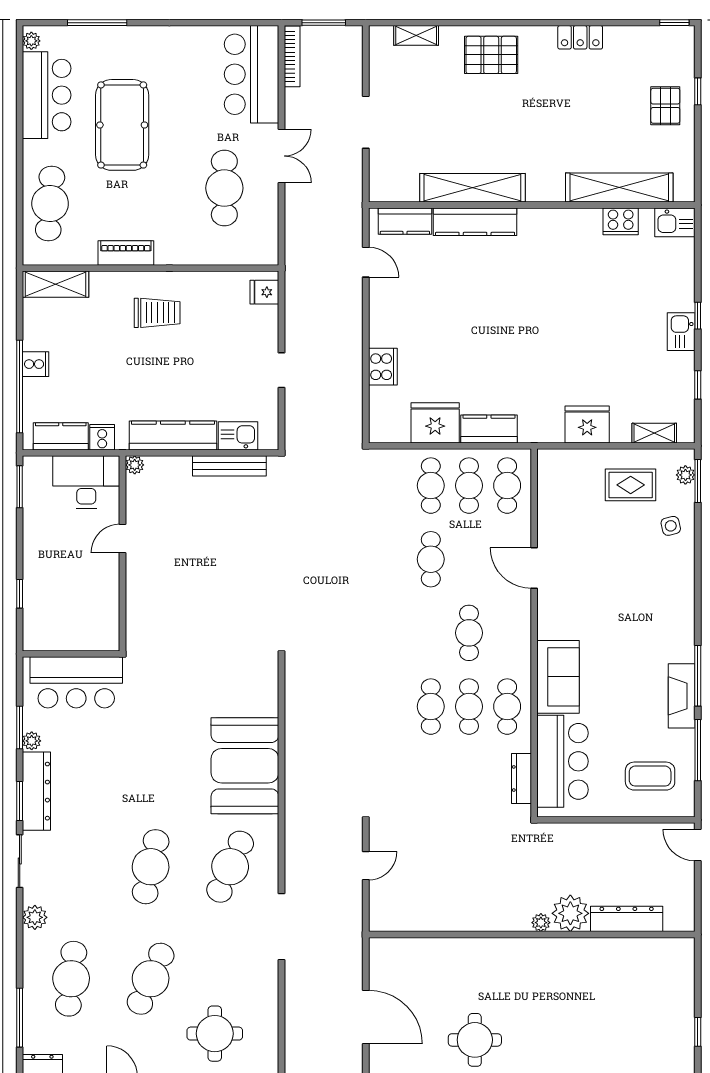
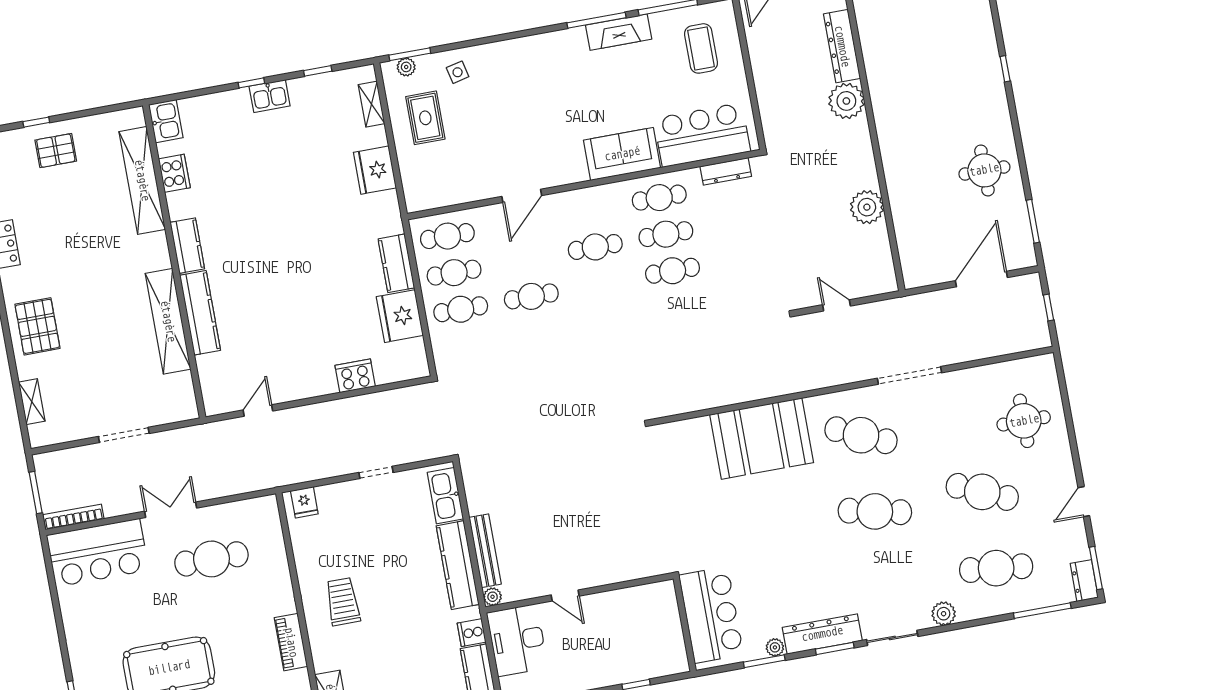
kitchen counter: (405, 221) -> (187, 246), moved
kitchen sink: (238, 436) -> (445, 496), width x1.38
bench: (229, 466) -> (485, 551), moved
plant: (541, 923) -> (867, 207), moved, width x1.88, depth x1.88

